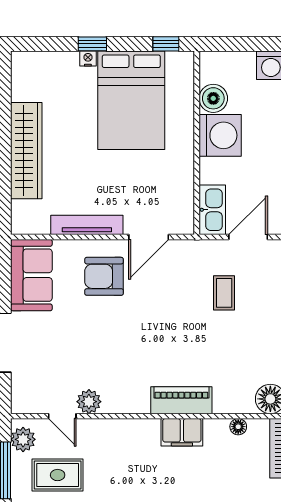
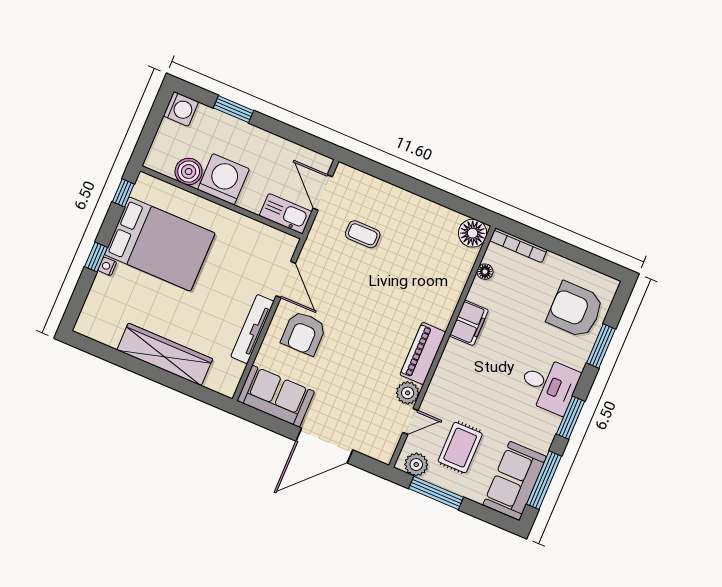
piano: (181, 400) -> (423, 353), moved

